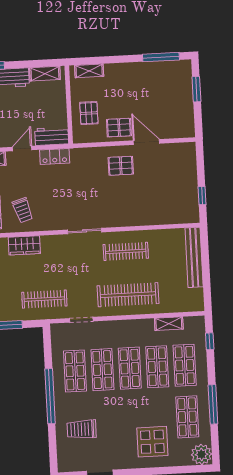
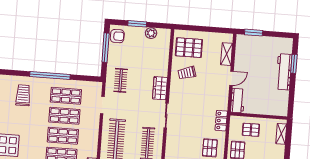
shelving: (45, 74) -> (283, 102), removed
door: (22, 149) -> (231, 78), hinge flipped
locker: (55, 156) -> (221, 121), moved
wardrobe: (24, 245) -> (160, 88), moved
clothes rail: (44, 299) -> (121, 80), width x0.73

